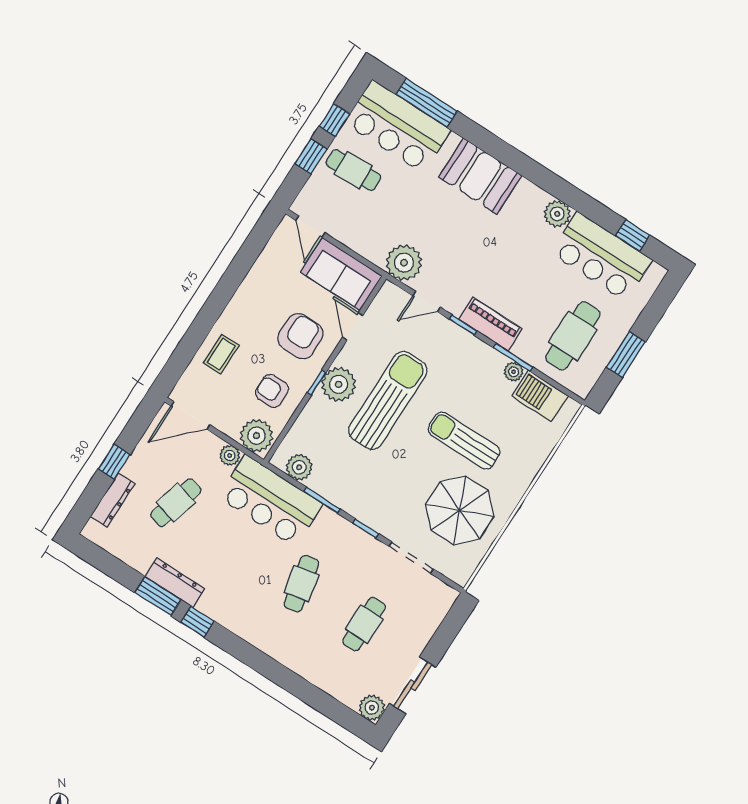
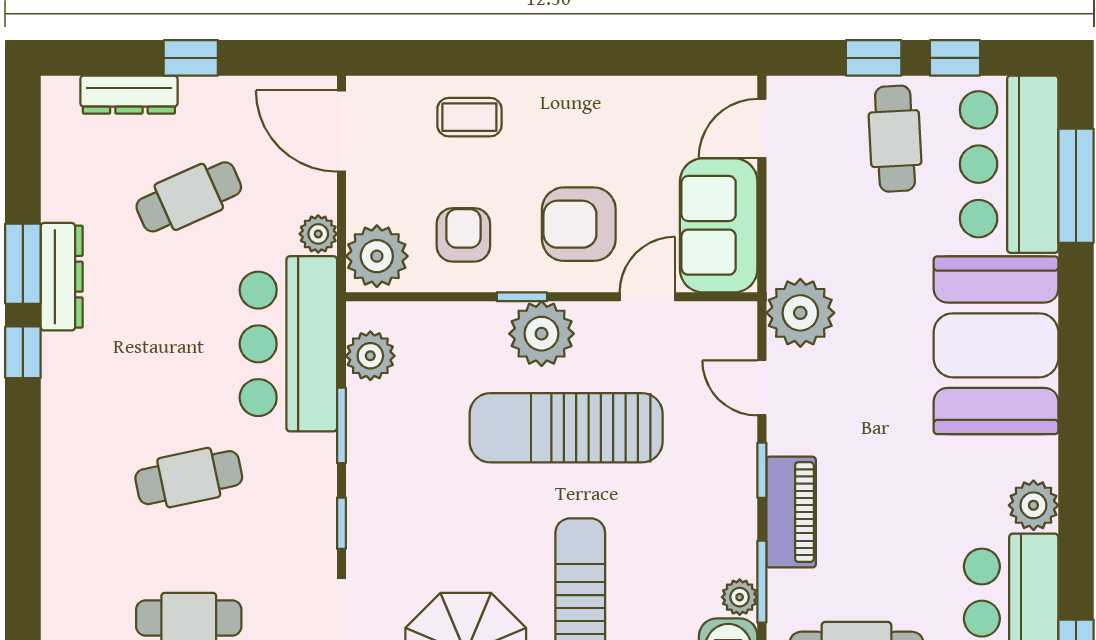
booth: (480, 176) -> (996, 345), width x1.36, depth x1.42
armchair: (300, 336) -> (579, 224), turned 180
sun lounger: (388, 400) -> (566, 428), turned 180
cafe table: (176, 503) -> (189, 197), turned -39

